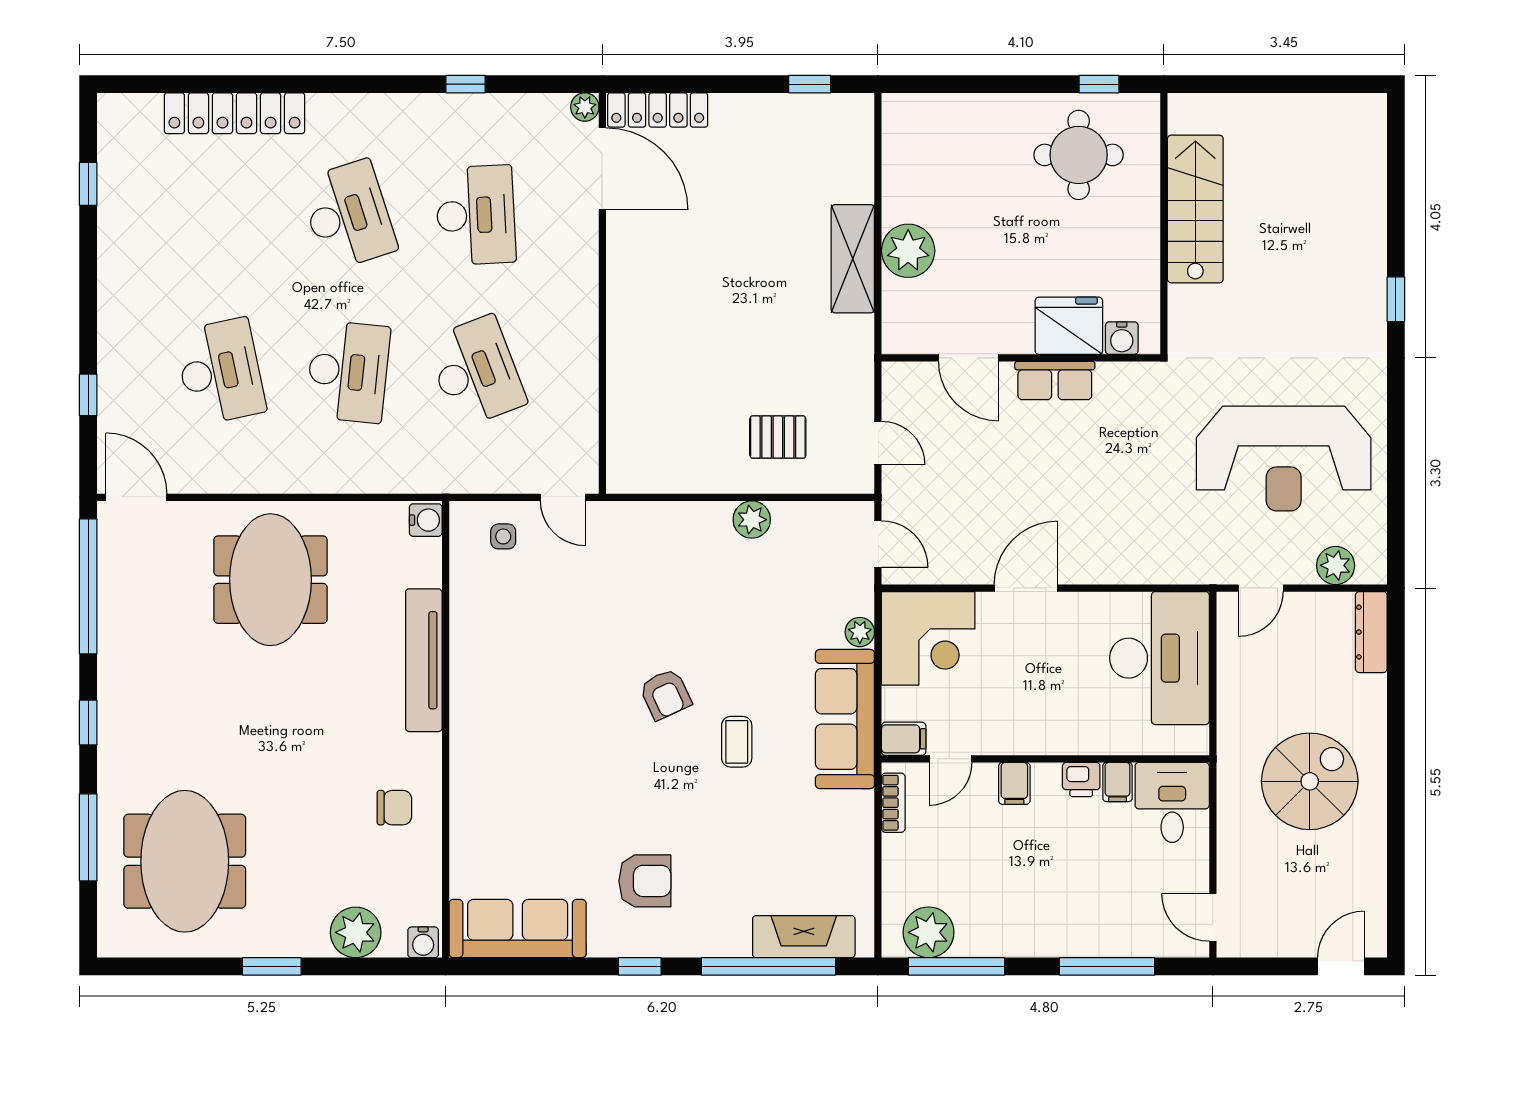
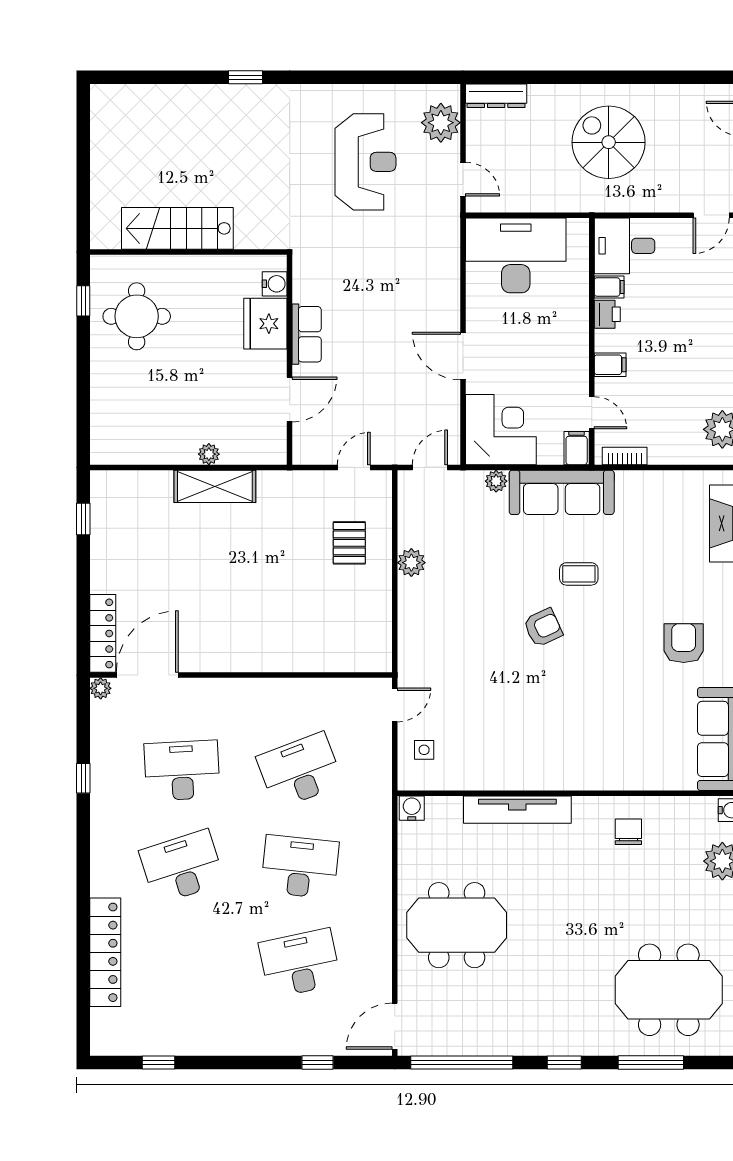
plant: (908, 251) -> (209, 454), width x0.53, depth x0.53
reception desk: (1284, 459) -> (365, 162), width x0.74, depth x0.77
plant: (1336, 565) -> (441, 123), width x1.36, depth x1.36

